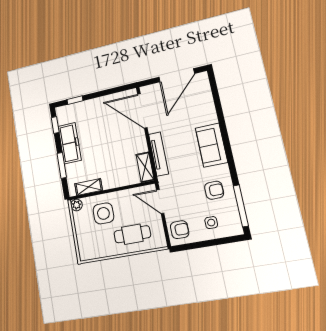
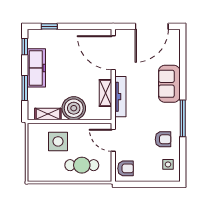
sofa: (211, 145) -> (169, 84), moved
shelving: (145, 167) -> (105, 93), moved
boiler: (113, 176) -> (74, 108), added
plant: (76, 205) -> (33, 129), removed
window: (241, 206) -> (183, 118), moved
side table: (211, 223) -> (168, 164), moved

